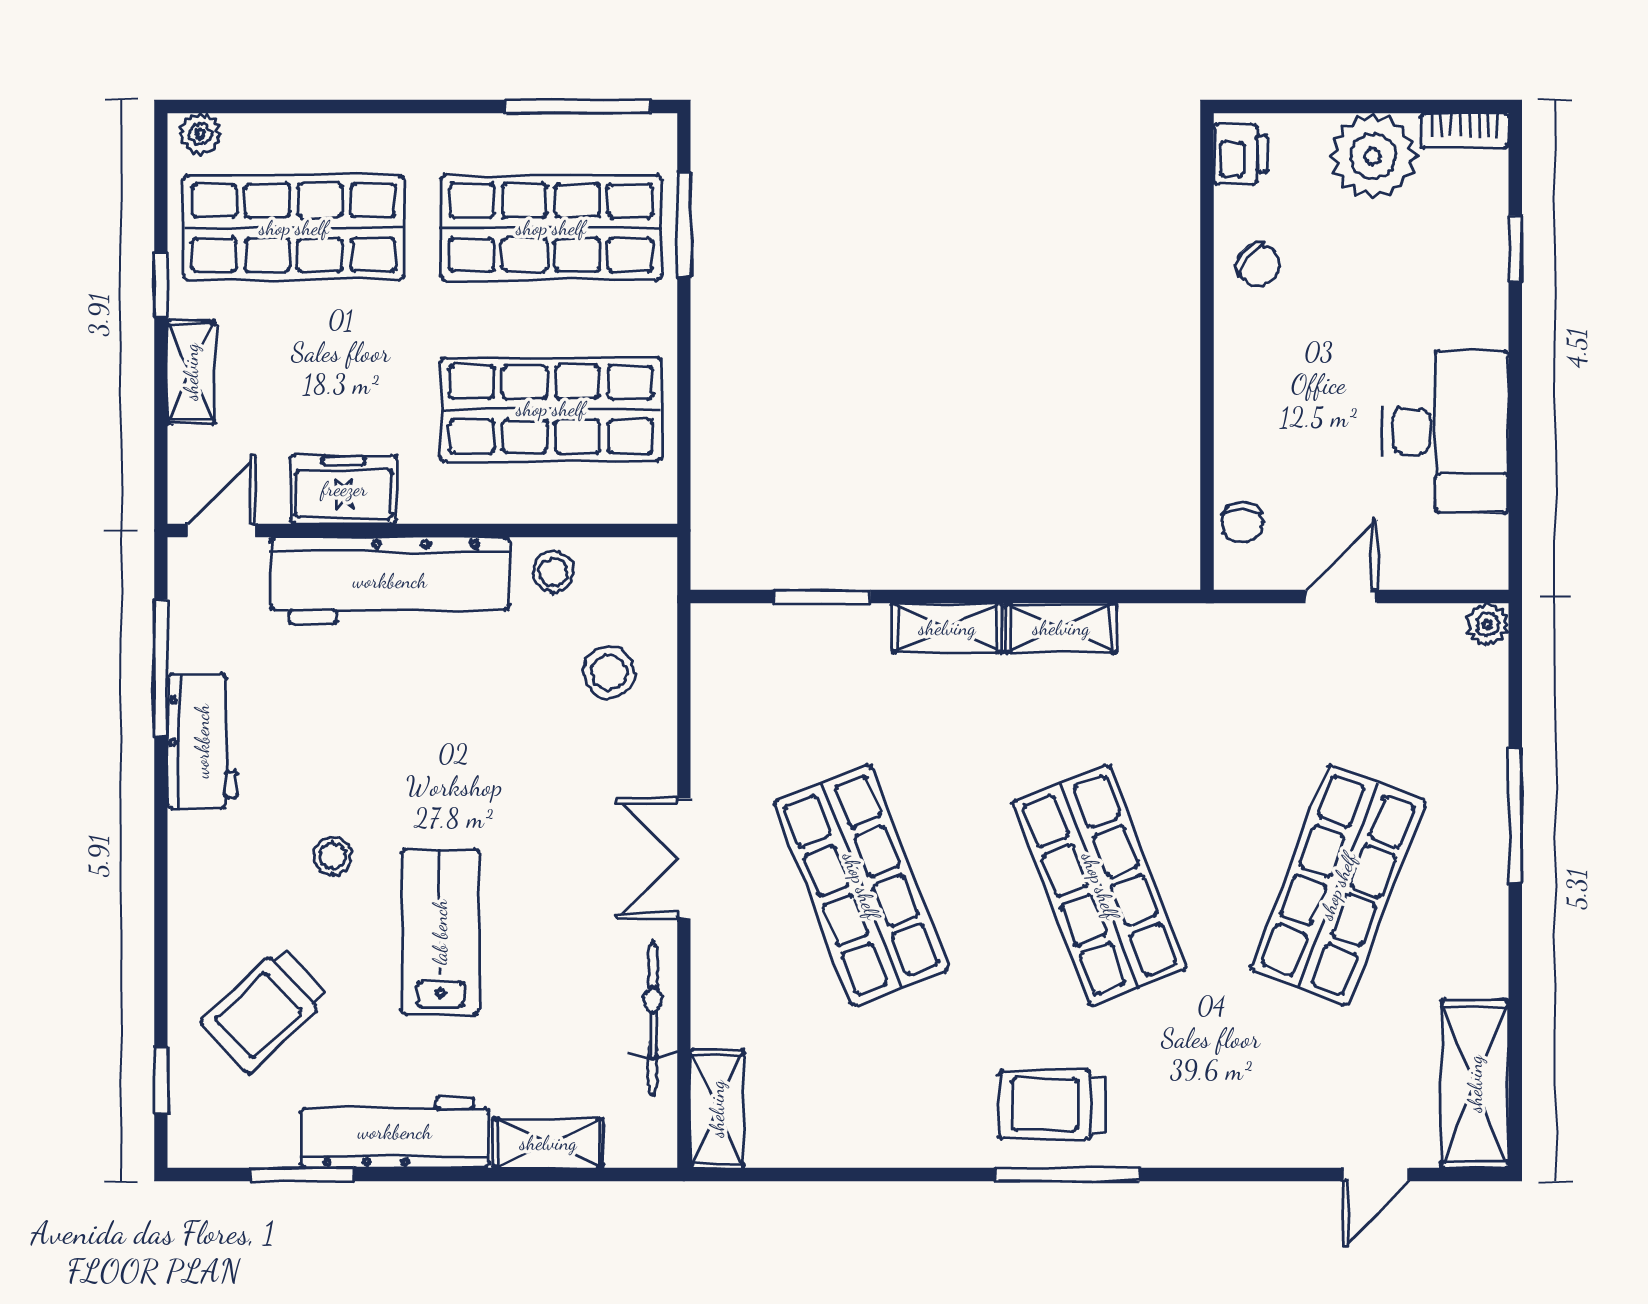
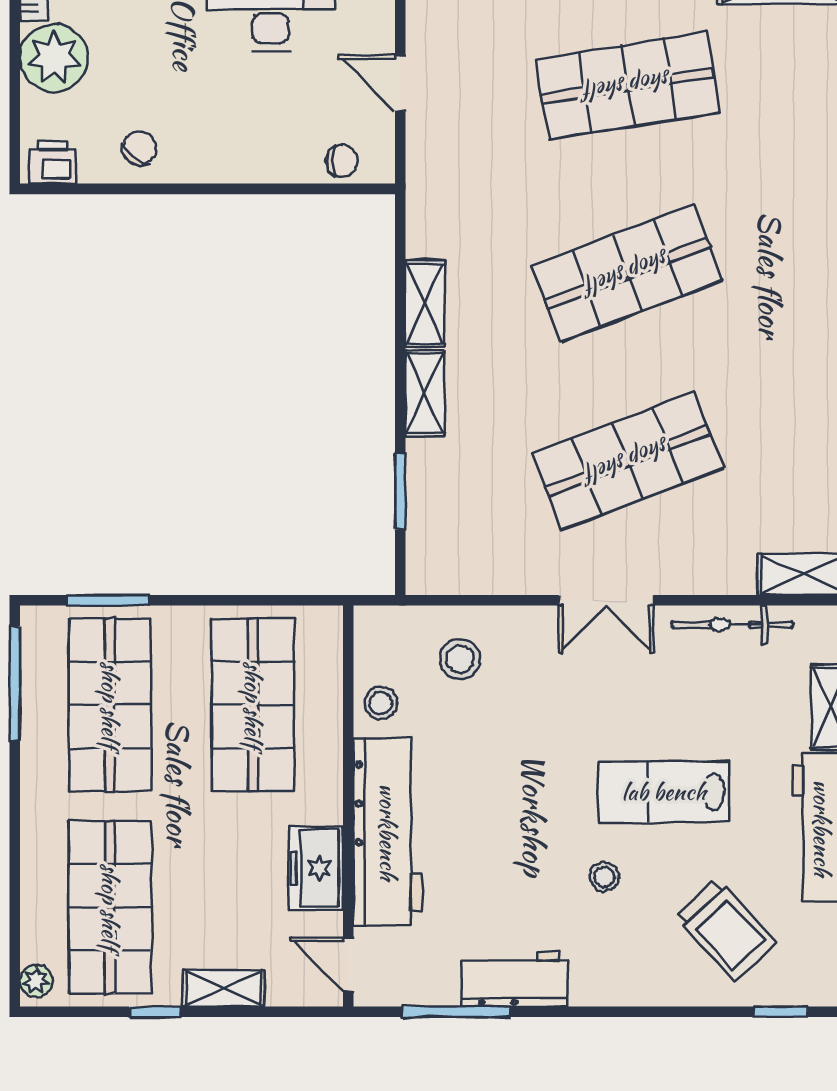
shop shelf: (1338, 886) -> (628, 86), turned -30
trolley: (1052, 1105) -> (800, 310), removed

